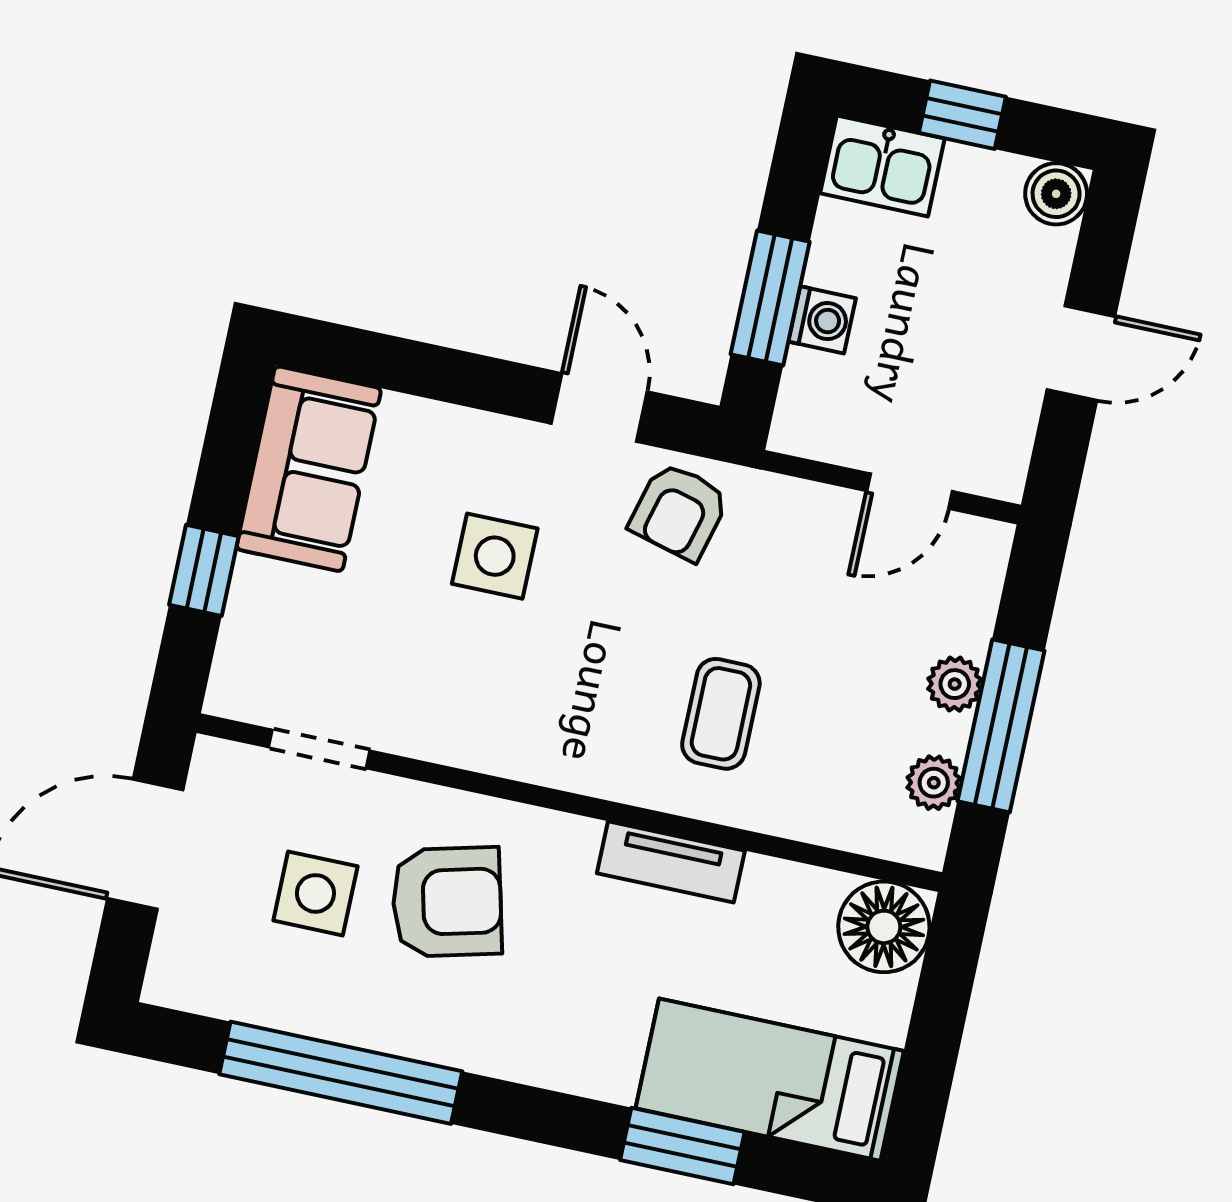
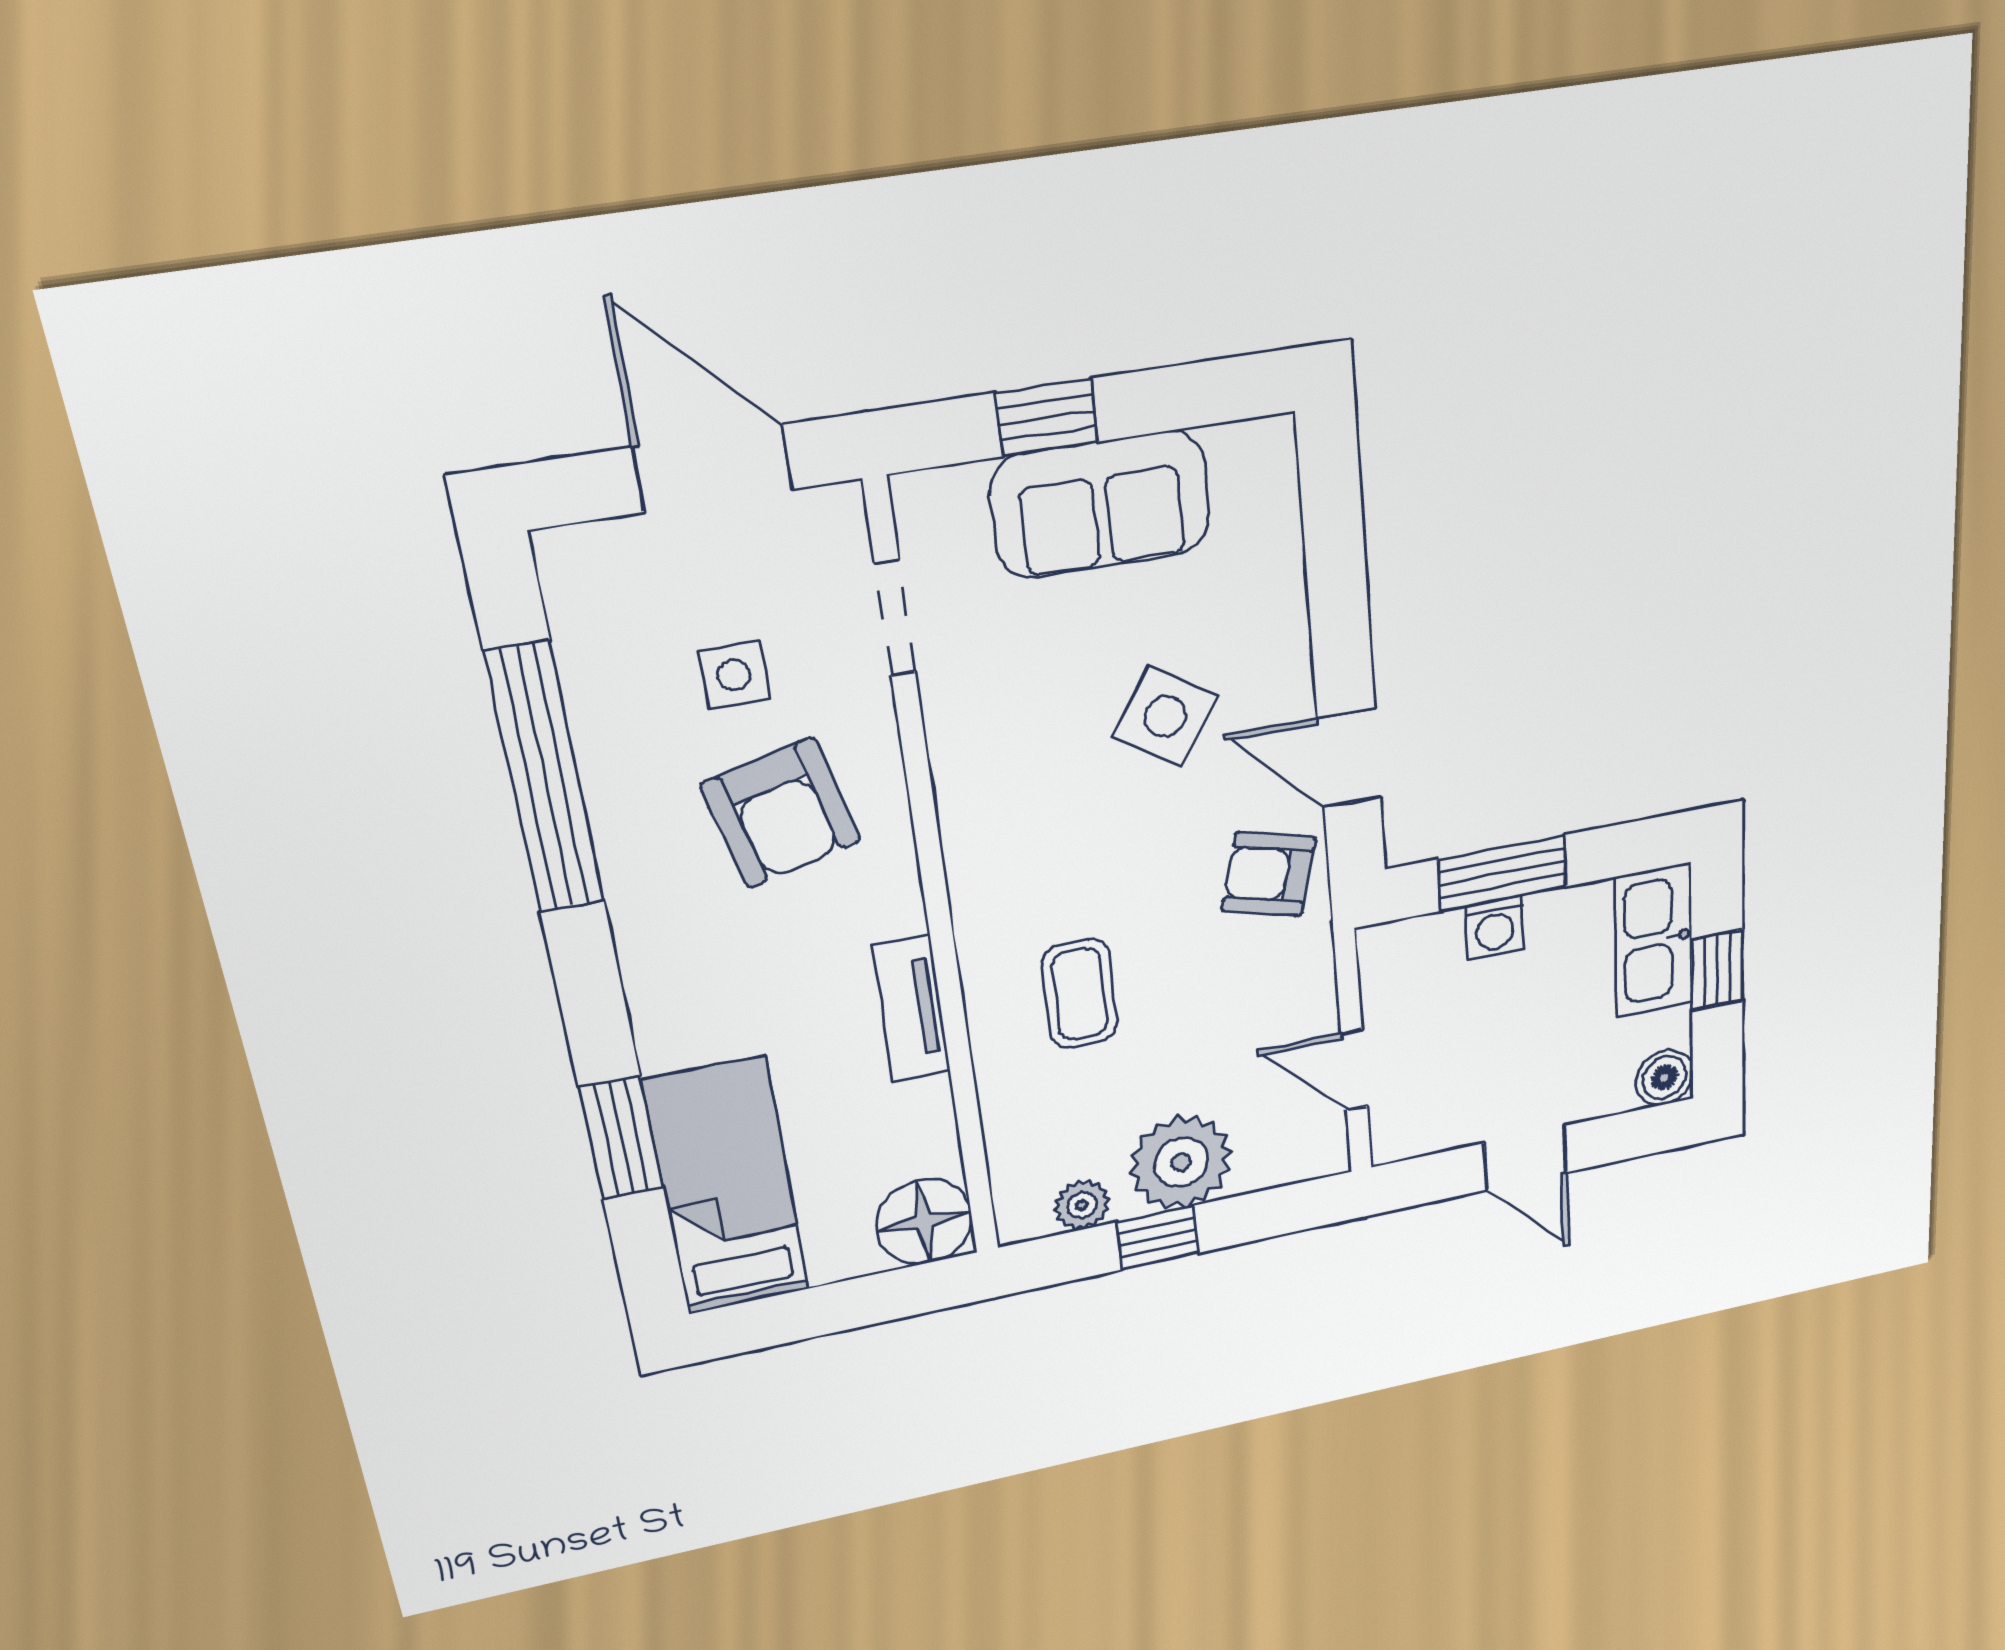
kitchen sink: (882, 166) -> (1654, 940), width x1.38
door: (599, 408) -> (1349, 758), swing flipped
sofa: (309, 469) -> (1101, 505), moved
side table: (495, 556) -> (1165, 716), turned 34
plant: (955, 684) -> (1181, 1162), width x1.88, depth x1.88
coffee table: (721, 714) -> (1080, 994), turned 90
window: (1001, 726) -> (1158, 1238), width x0.46
side table: (315, 893) -> (734, 675), width x0.73, depth x0.73

